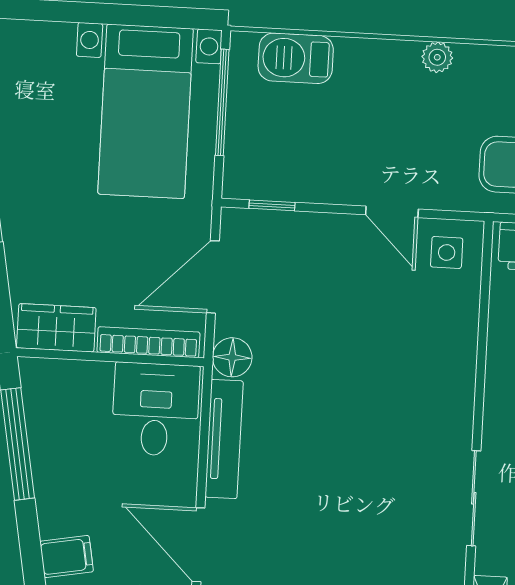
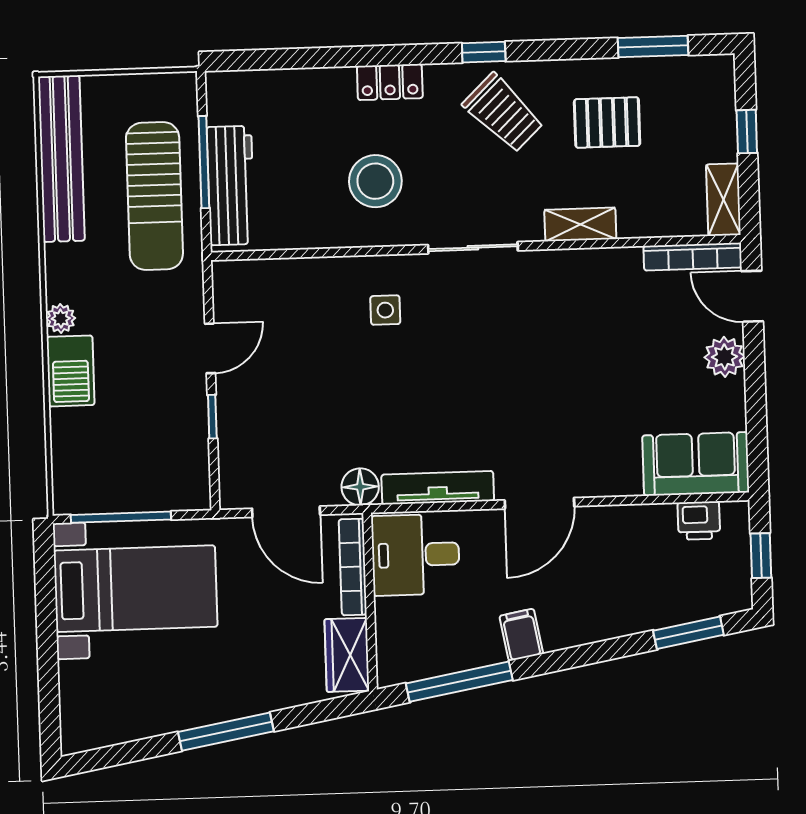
barbecue: (296, 58) -> (71, 371), moved
window: (272, 205) -> (212, 417), moved
side table: (447, 253) -> (385, 310), moved
filing cabinet: (67, 557) -> (521, 635), moved

